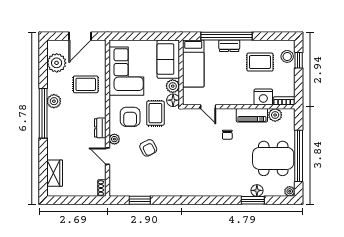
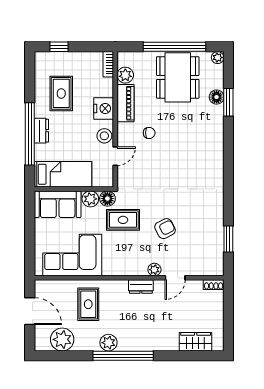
stool: (287, 56) -> (104, 136), moved
nightstand: (263, 97) -> (104, 109), moved
armchair: (130, 117) -> (127, 250), removed

